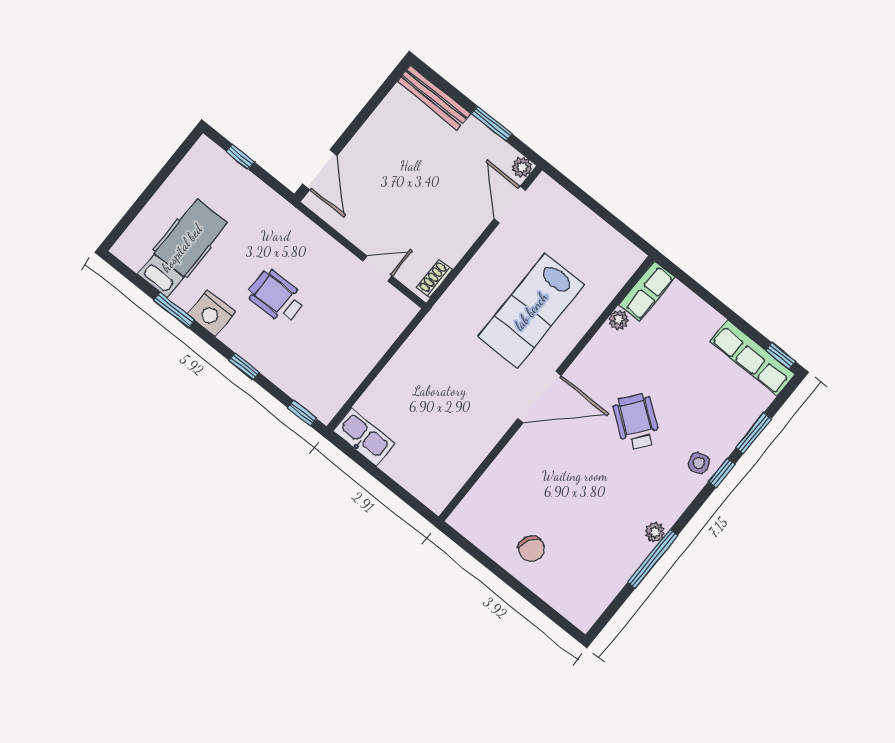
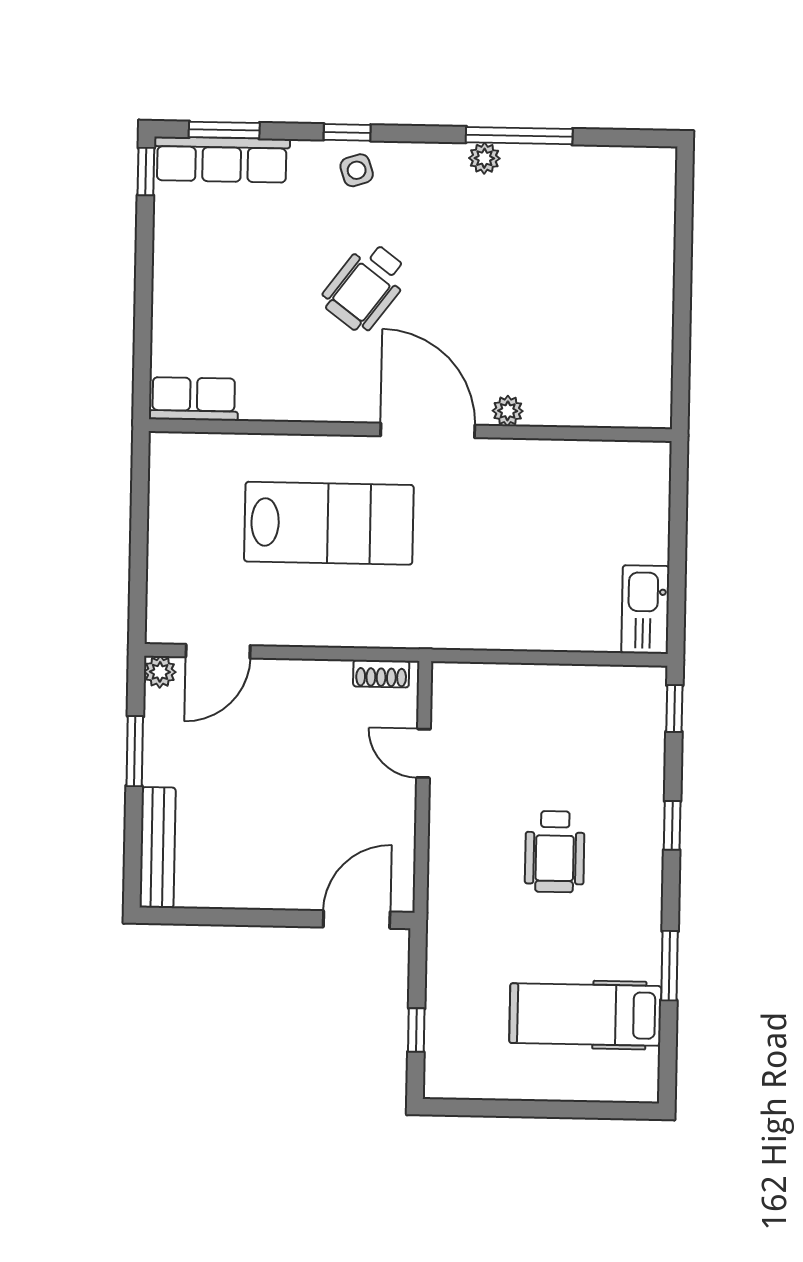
nightstand: (211, 313) -> (638, 916), removed
plant: (619, 320) -> (508, 411), moved
row of seats: (752, 358) -> (222, 160), moved, turned 90
window: (754, 433) -> (224, 130), moved
chair: (532, 549) -> (623, 295), removed

